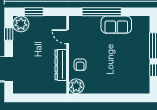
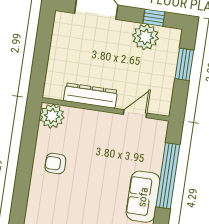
plant: (21, 24) -> (146, 37), moved
armchair: (80, 65) -> (55, 164), moved

